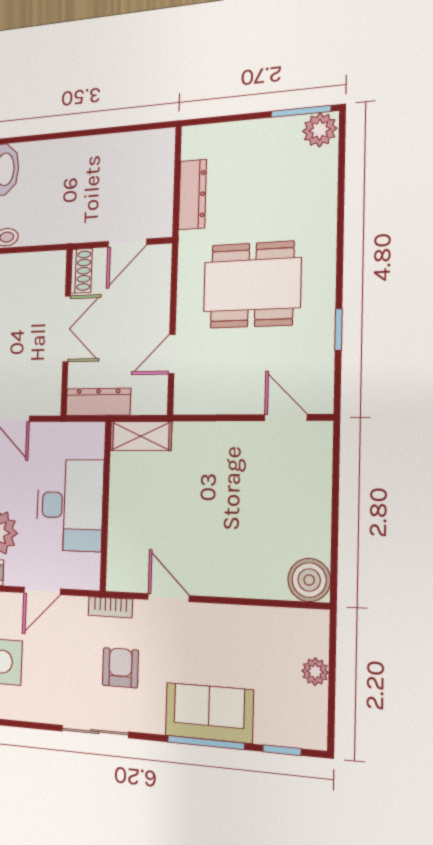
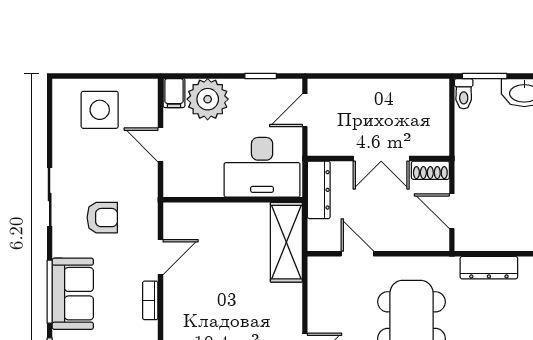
shelving: (141, 436) -> (286, 242), width x1.50, depth x1.33
desk: (70, 505) -> (262, 167), moved
bookcase: (110, 607) -> (150, 300), moved

